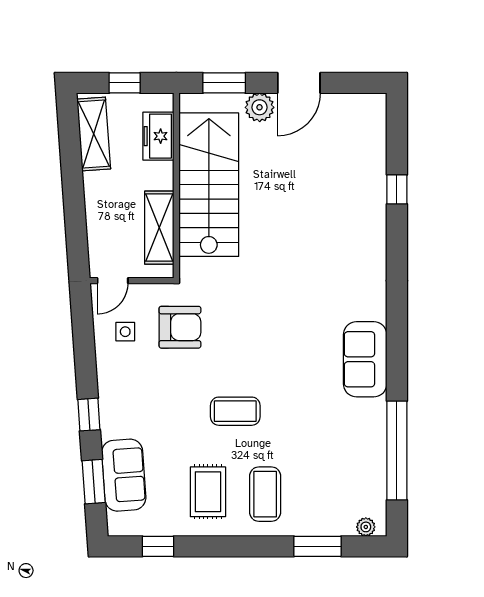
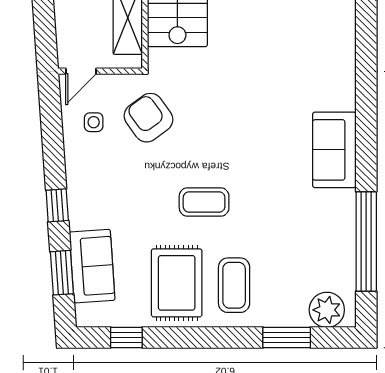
armchair: (180, 327) -> (149, 118), turned -126
rug: (208, 492) -> (177, 283), width x1.36, depth x1.43
plant: (366, 527) -> (327, 310), width x1.88, depth x1.88

